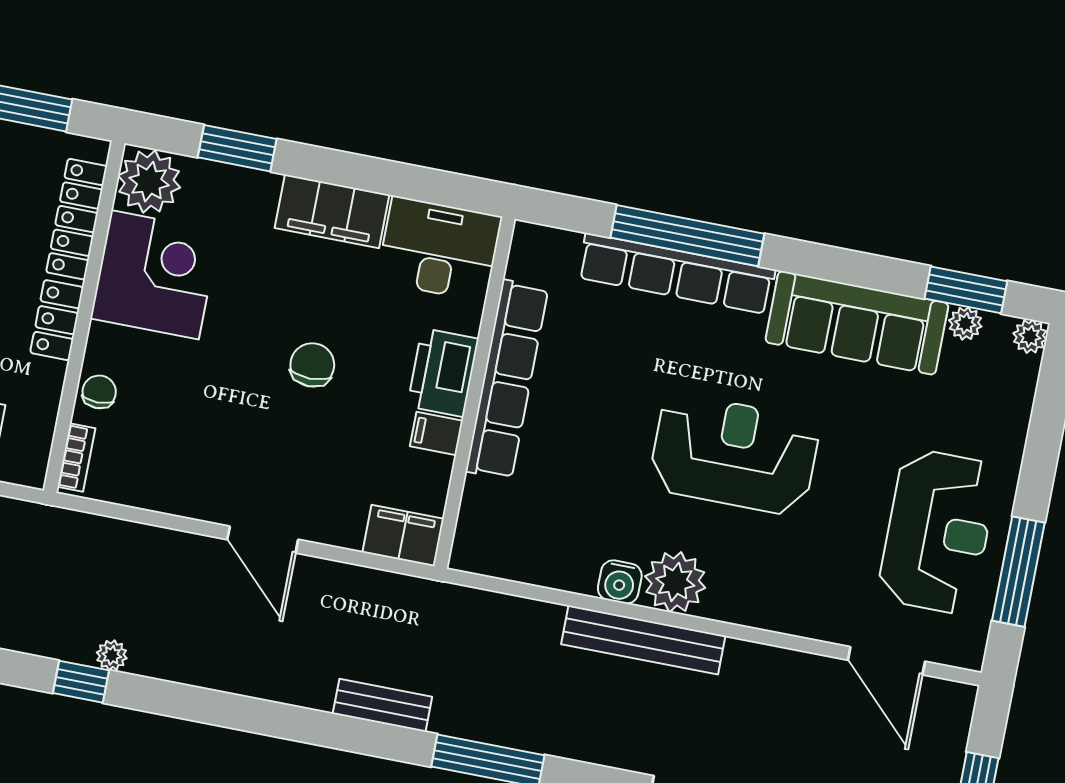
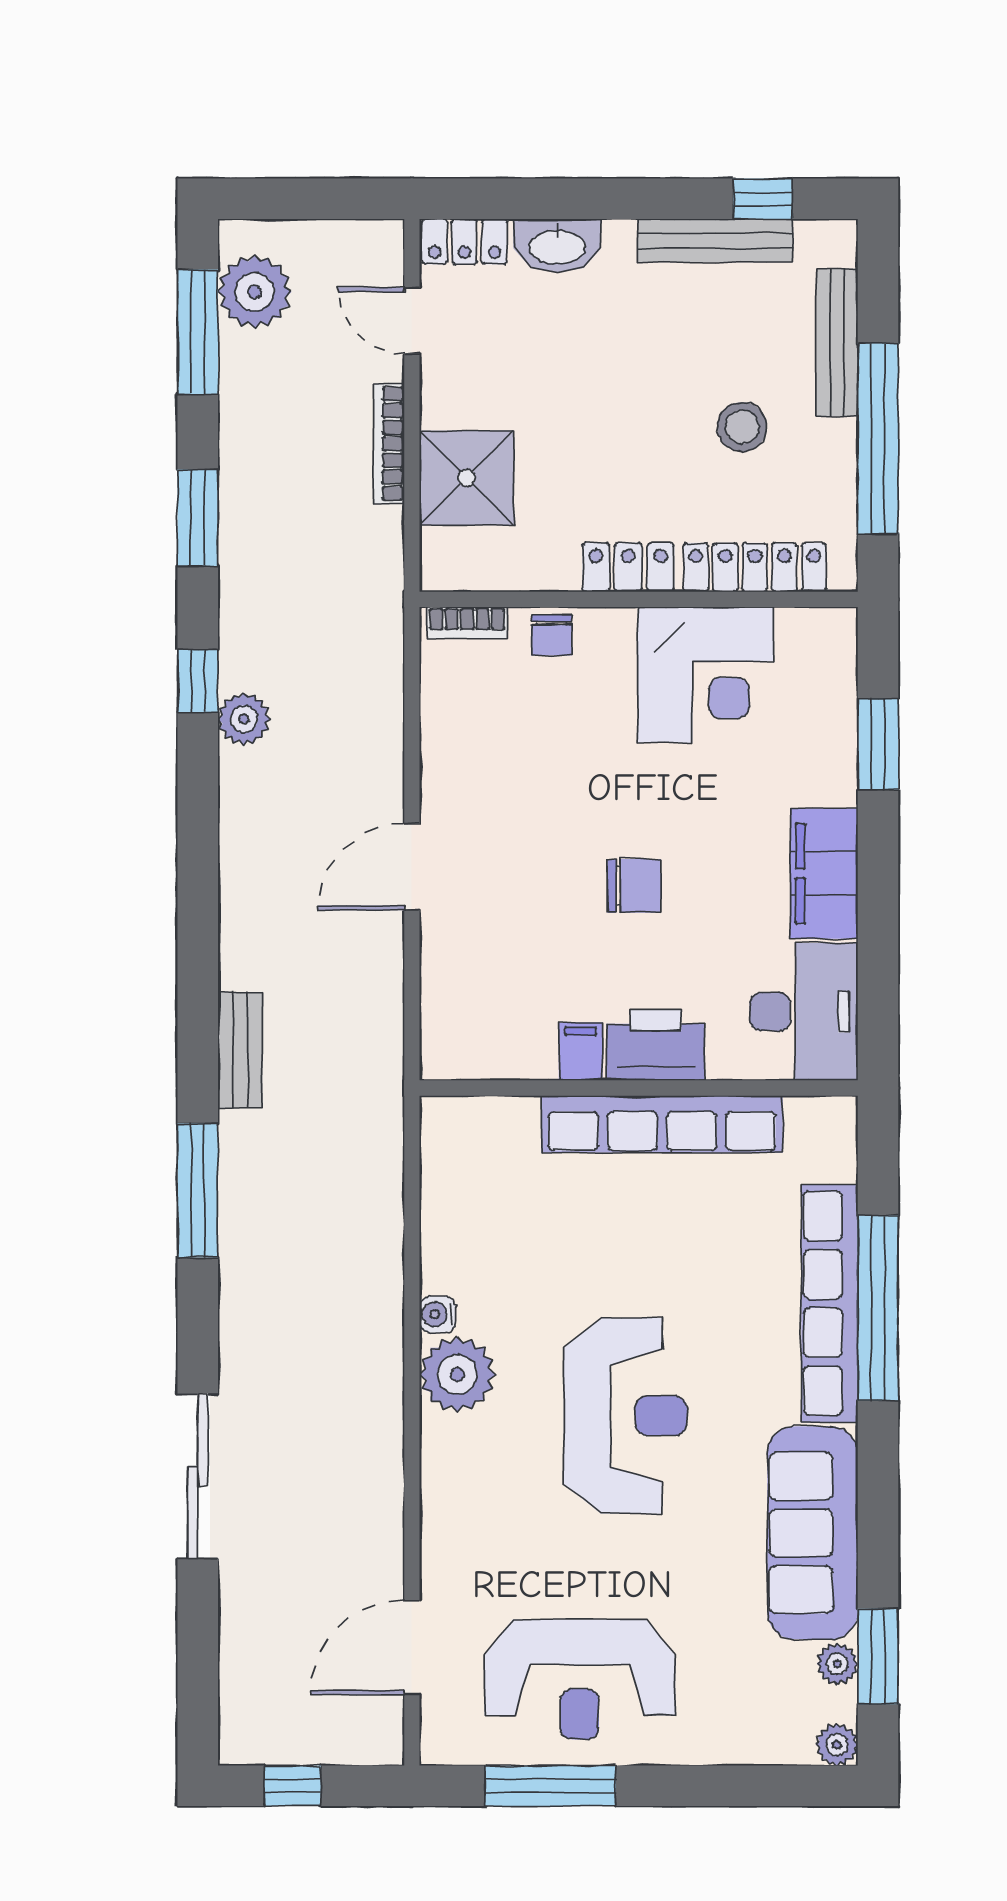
plant: (149, 182) -> (817, 646), removed
chair: (99, 392) -> (552, 635), turned 90
filing cabinet: (403, 536) -> (450, 1035), removed
water cooler: (620, 582) -> (438, 1314), width x0.72, depth x0.72
bench: (643, 640) -> (380, 1350), removed
plant: (112, 655) -> (244, 719), width x1.38, depth x1.38

